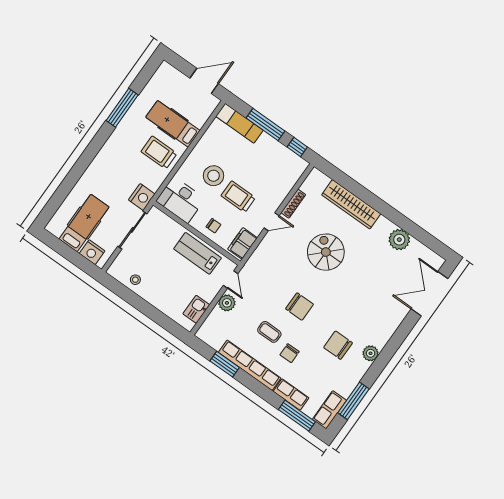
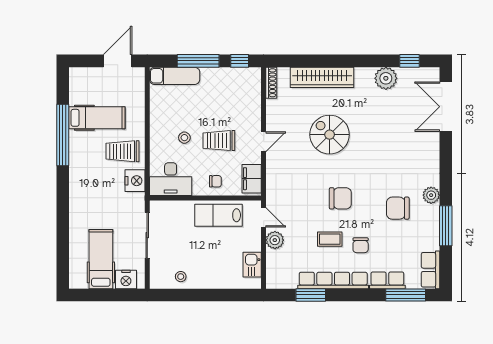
window: (122, 108) -> (63, 135), width x1.46
hospital bed: (173, 124) -> (97, 118), moved, turned 180
stool: (214, 176) -> (184, 138), width x0.53, depth x0.53
nightstand: (142, 197) -> (135, 181), moved
shoe rack: (293, 204) -> (271, 83), moved
window: (427, 239) -> (410, 61), added
window: (353, 401) -> (446, 226), moved

